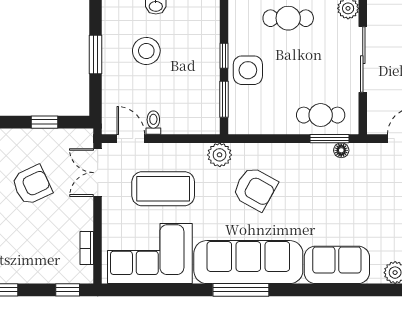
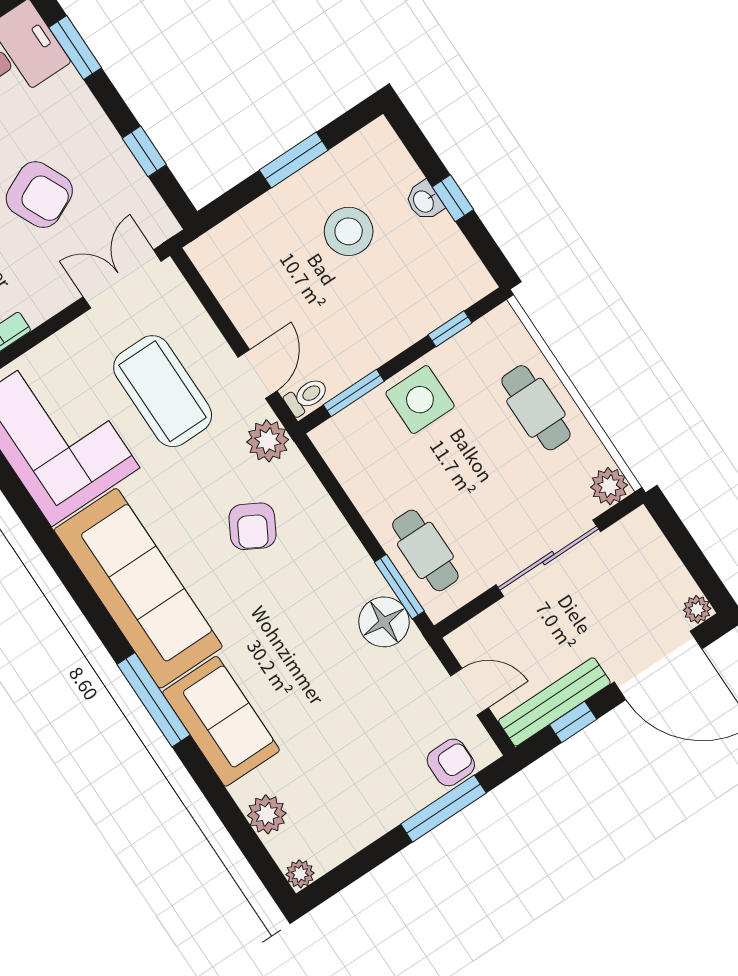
window: (224, 56) -> (450, 329), moved
toilet: (153, 123) -> (306, 396), moved
door: (131, 139) -> (258, 374), moved
floor lamp: (341, 150) -> (384, 622), width x1.89, depth x1.89
armchair: (255, 189) -> (252, 526), width x0.72, depth x0.72
window: (241, 290) -> (154, 700), moved

